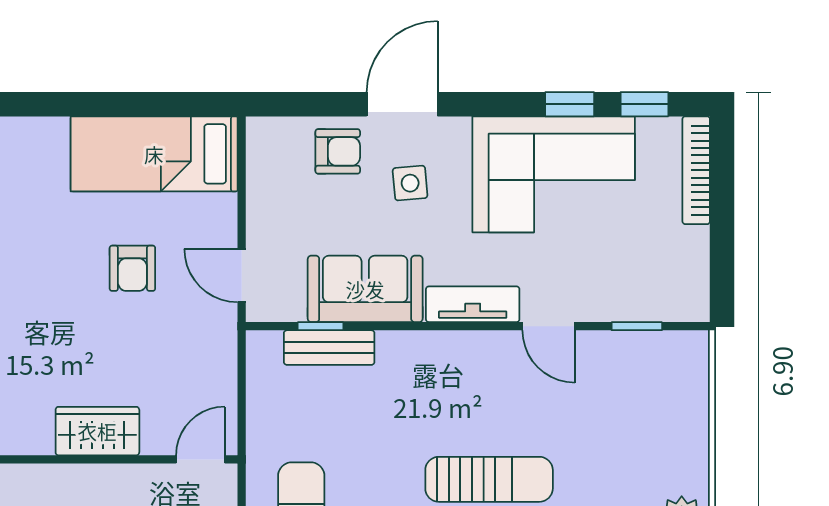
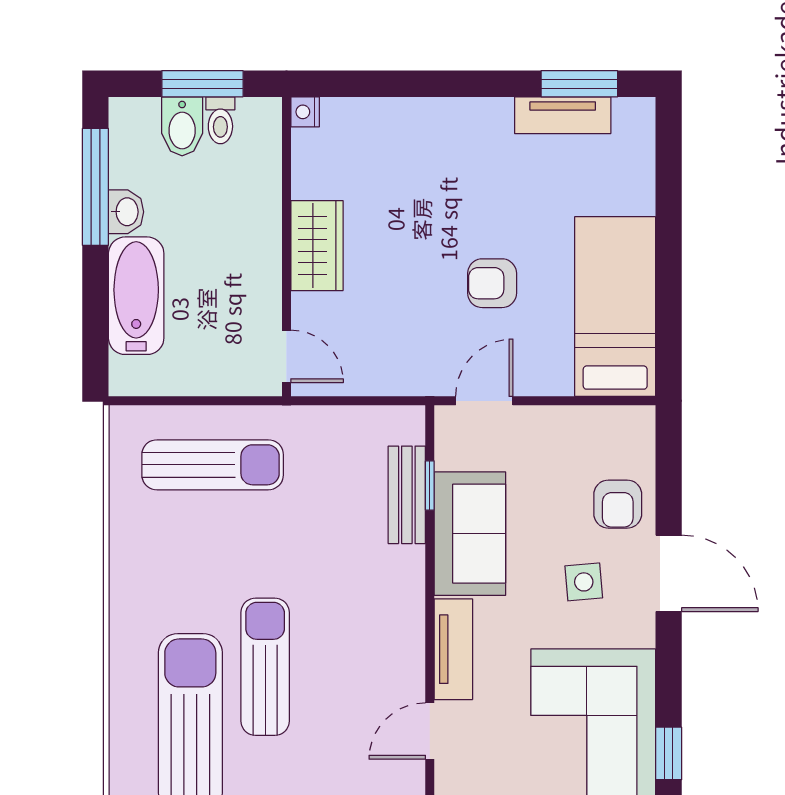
sun lounger: (489, 479) -> (265, 667), turned 180

